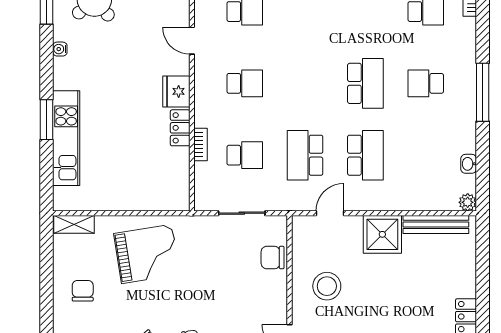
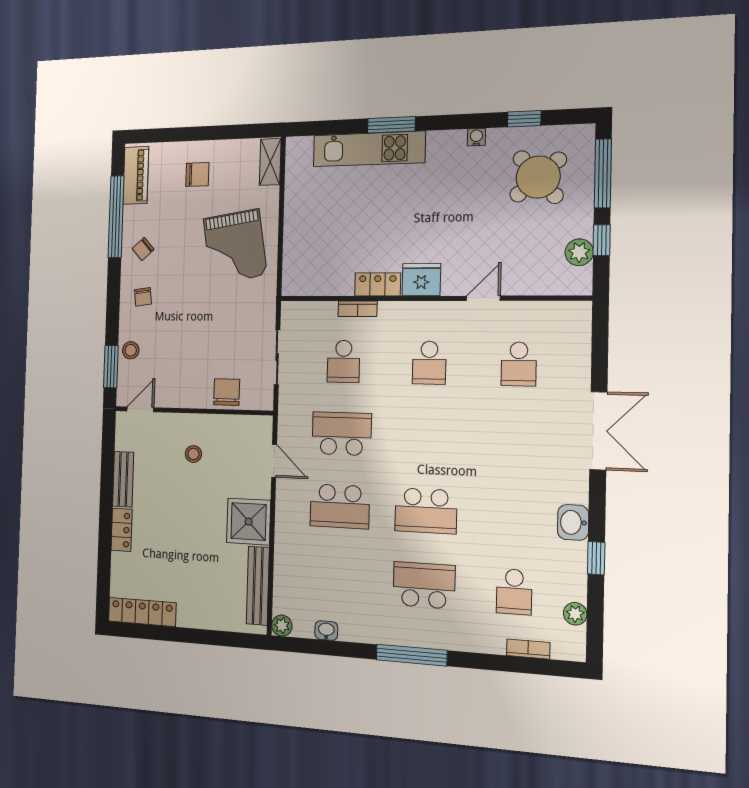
school desk: (426, 83) -> (424, 585), width x1.85
stool: (327, 286) -> (193, 454), width x0.53, depth x0.53

